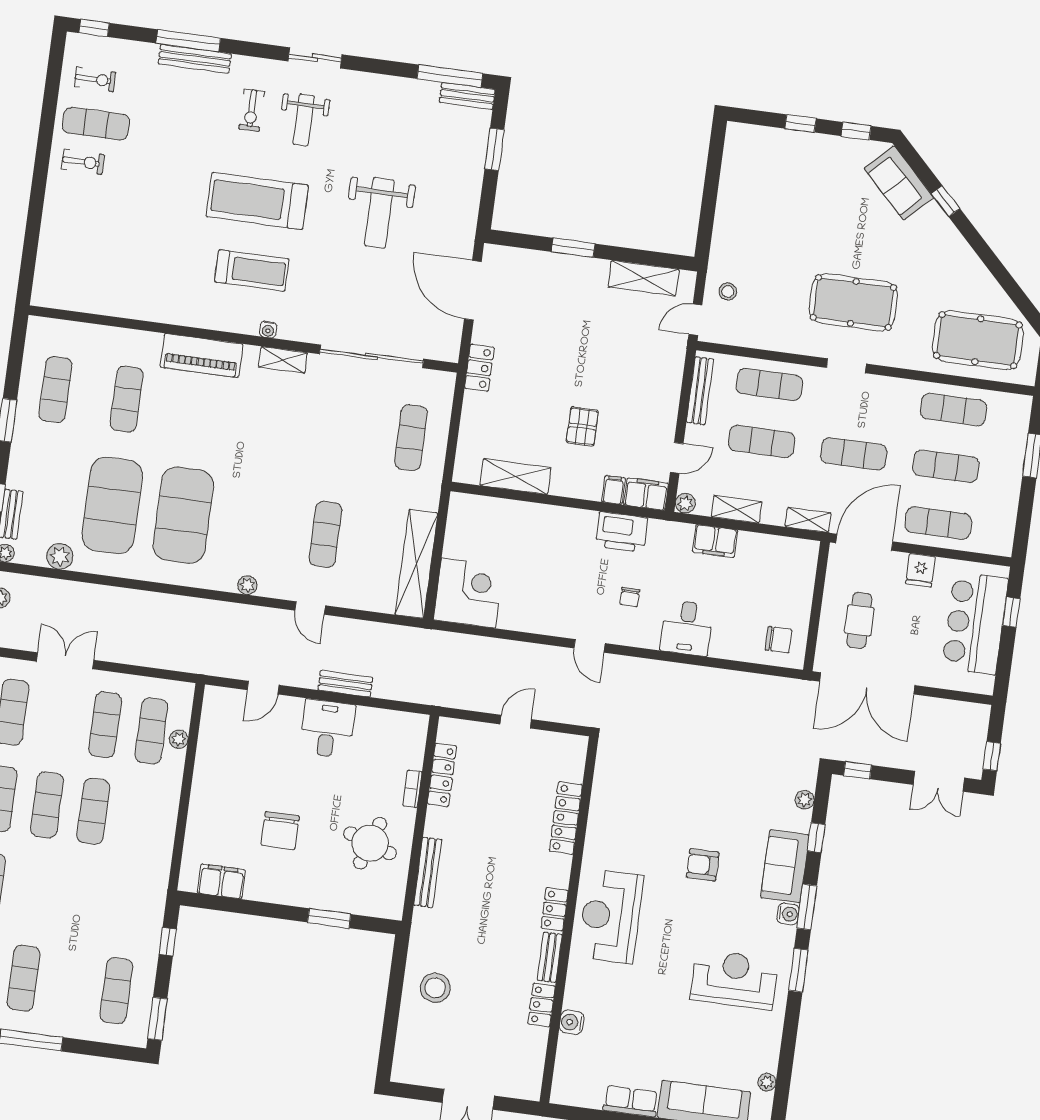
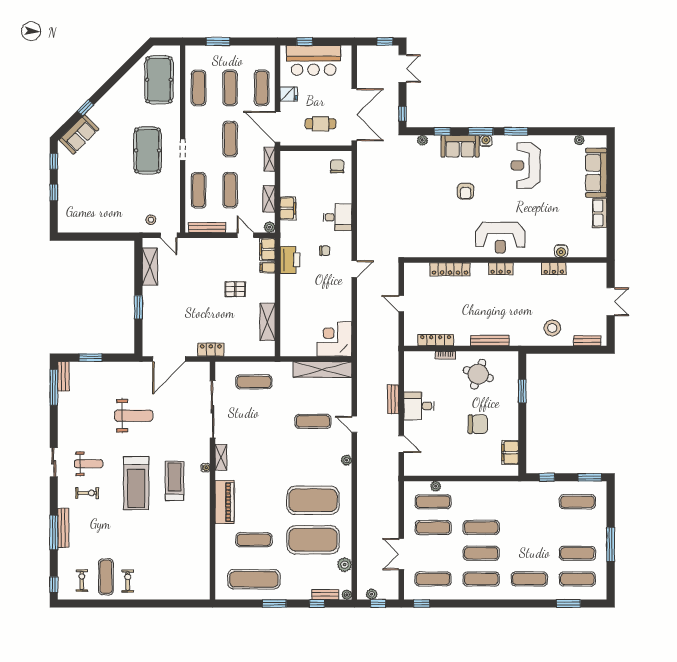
exercise mat: (56, 389) -> (254, 579), width x1.36, depth x1.45
door: (310, 608) -> (354, 424), swing flipped
bench: (550, 957) -> (587, 341), moved

